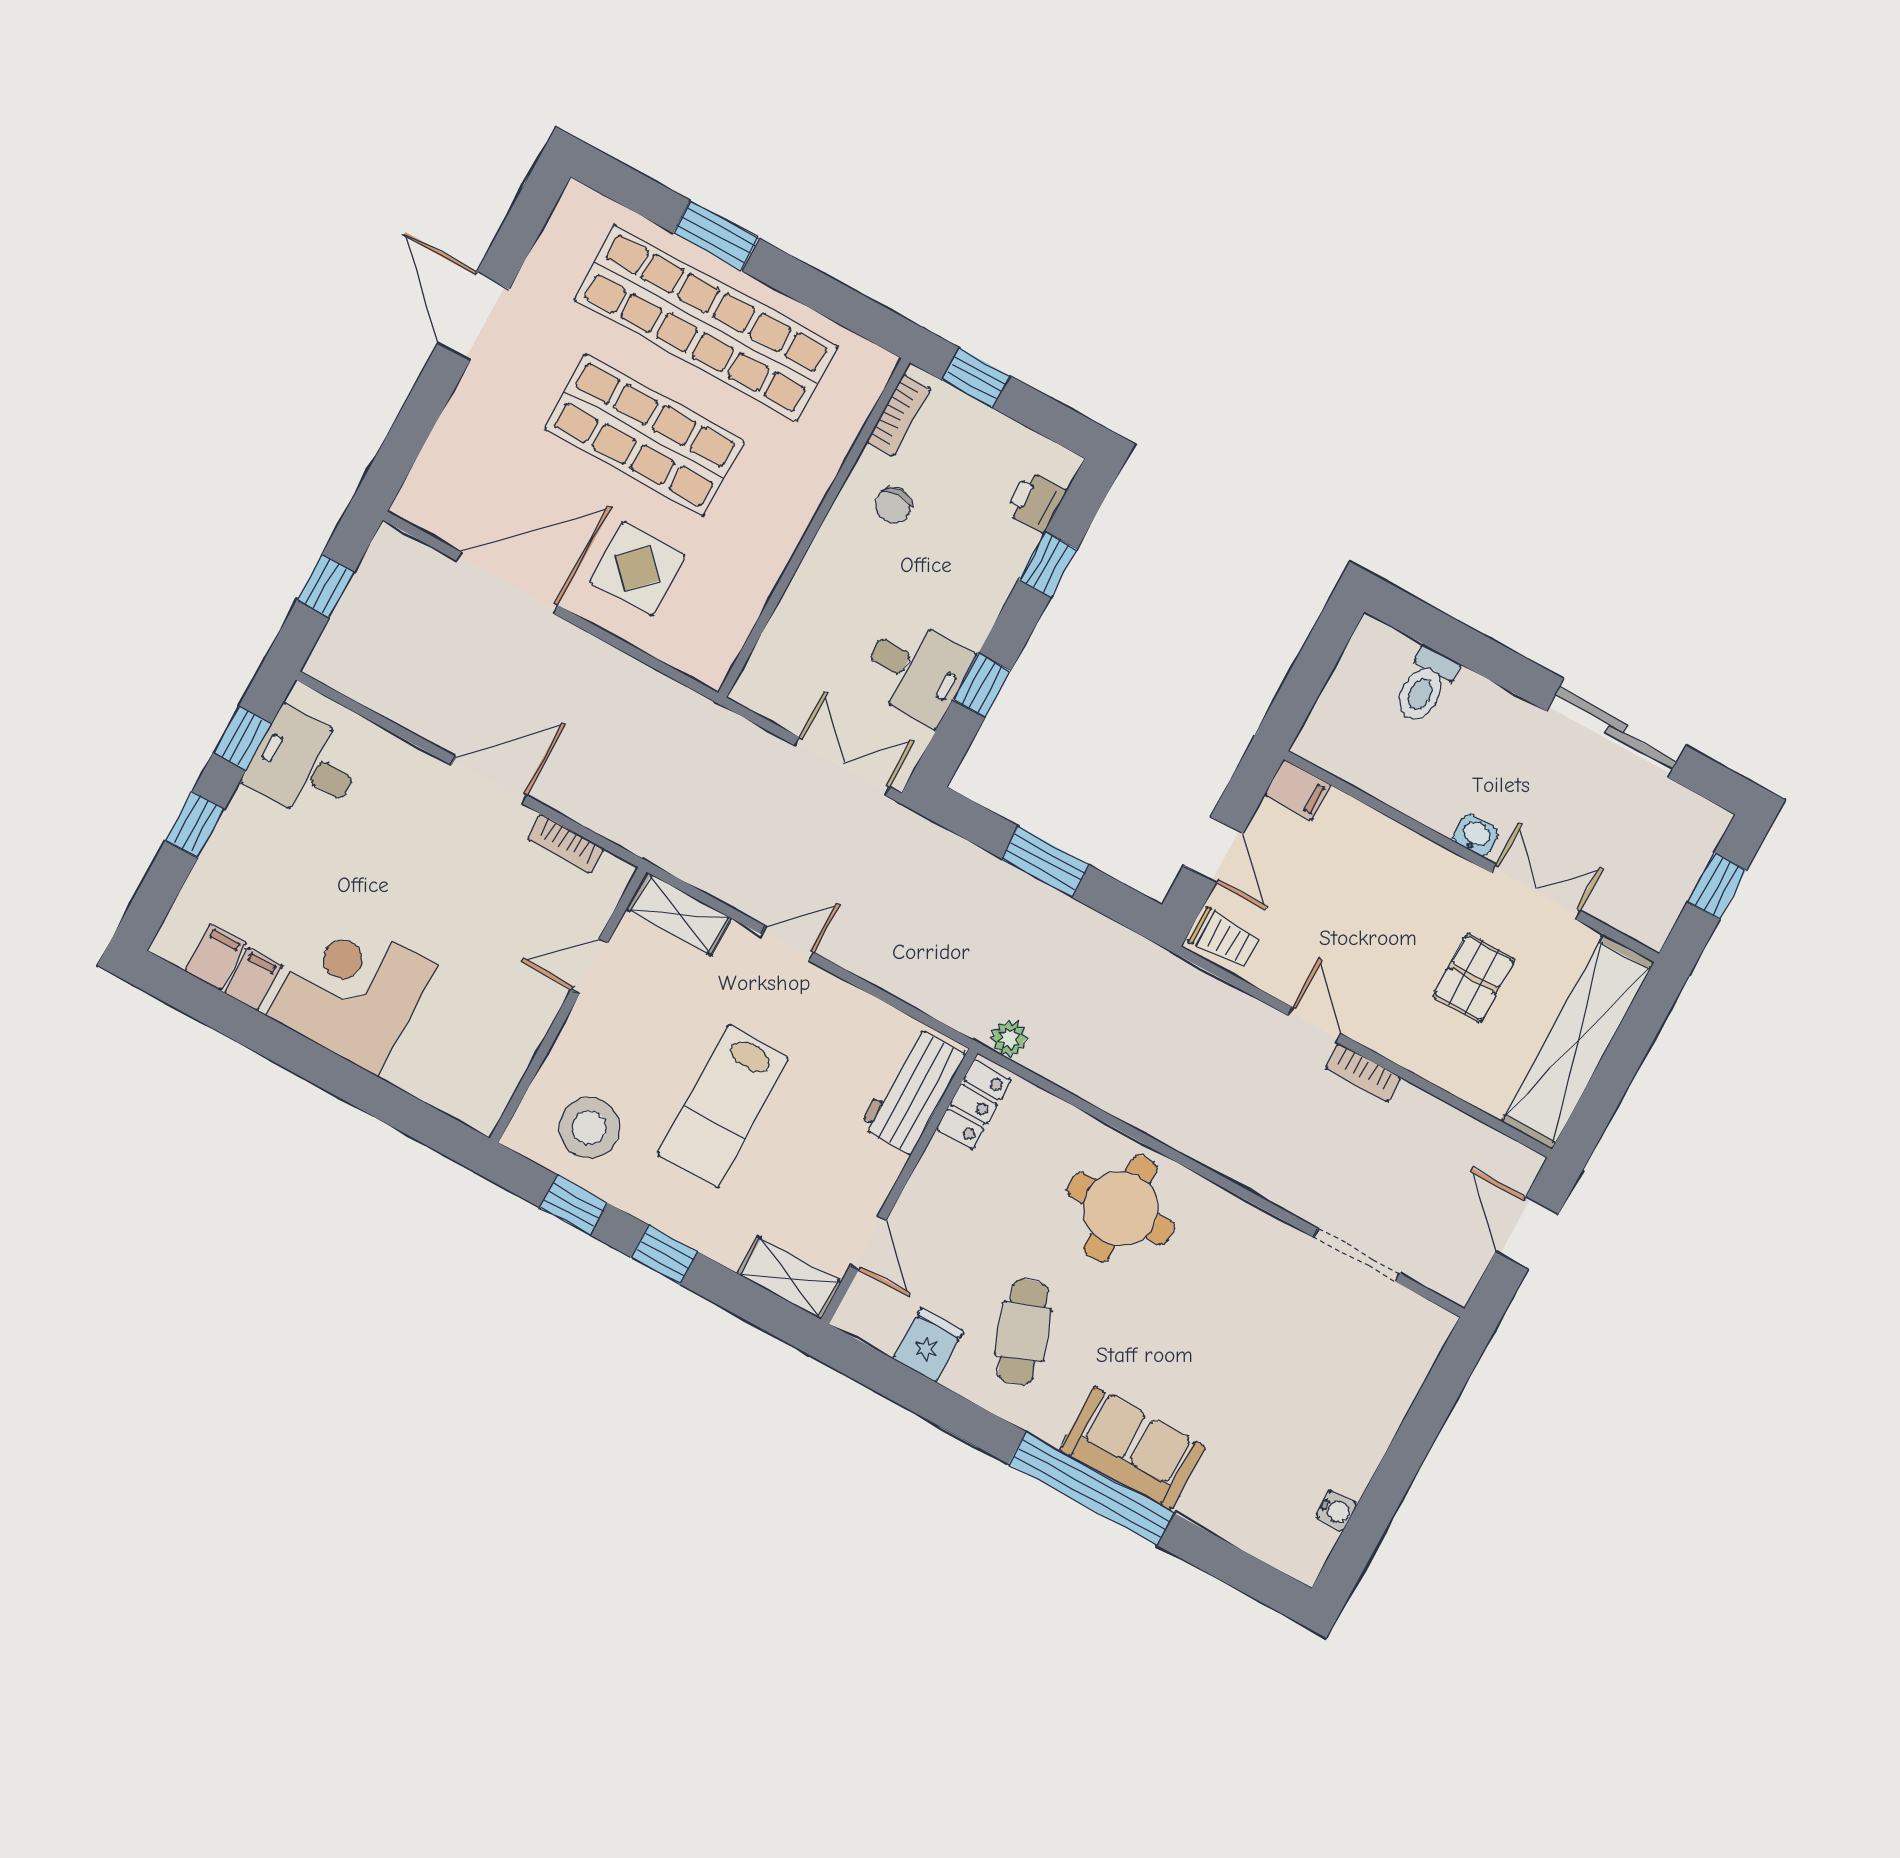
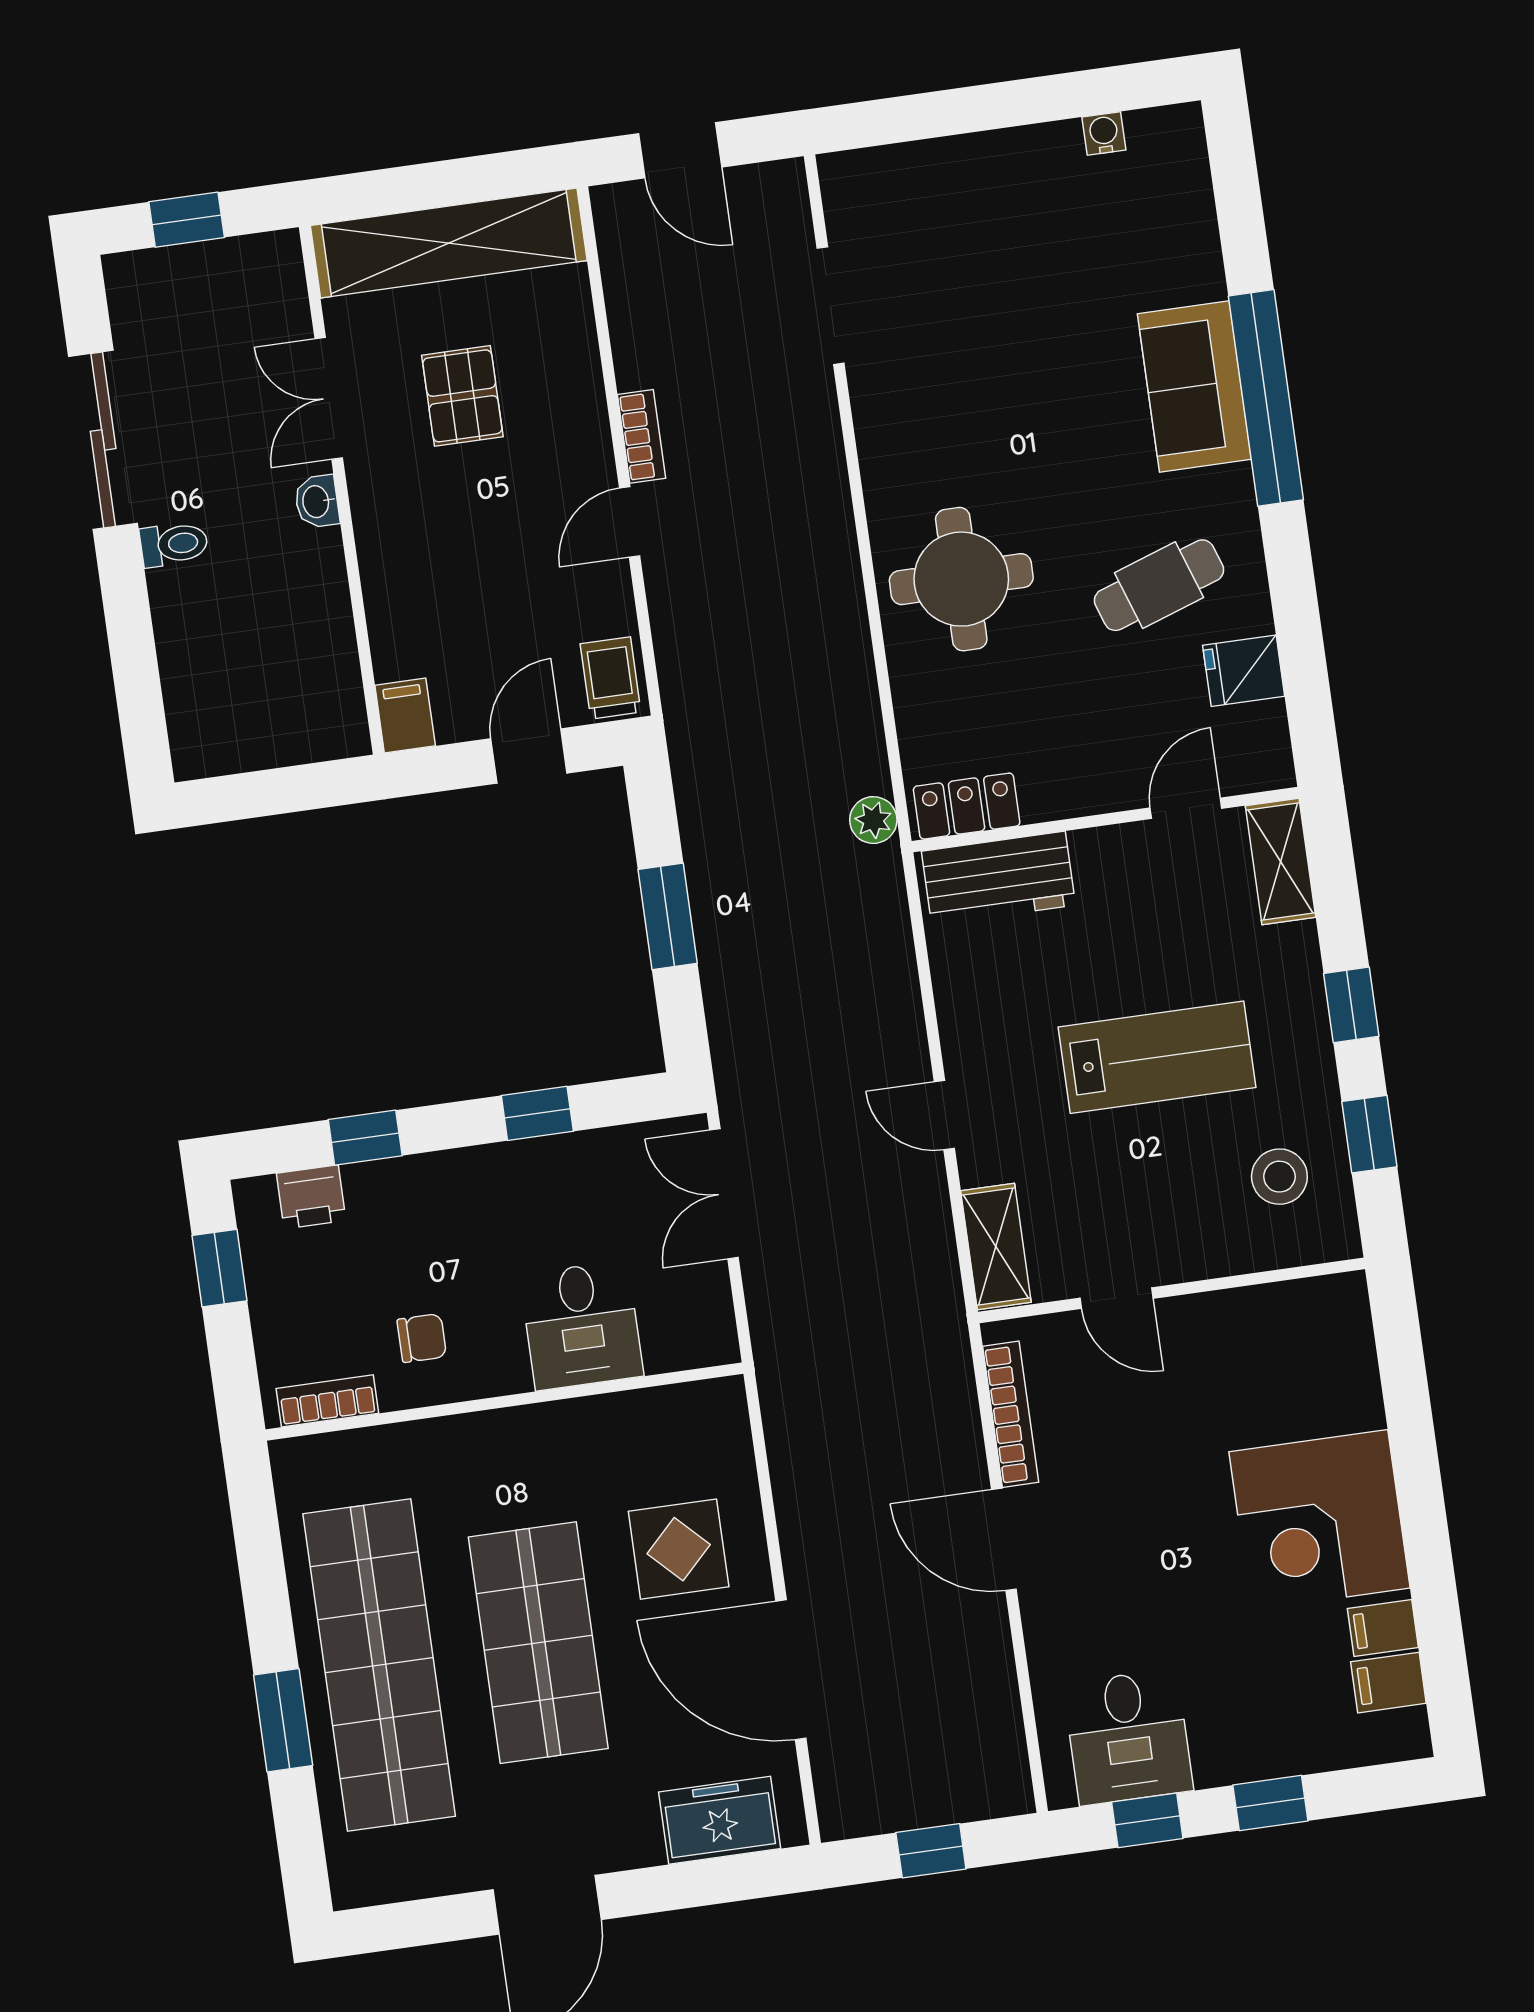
window: (976, 378) -> (219, 1268), moved
freezer: (445, 466) -> (720, 1820), added
desk: (916, 670) -> (582, 1325), moved, turned 180
toilet: (1425, 685) -> (174, 544), moved, width x0.73, depth x0.72
bookcase: (566, 844) -> (1011, 1414), width x1.56
pallet: (1474, 978) -> (462, 396), turned 90
stool: (589, 1128) -> (1279, 1177), width x0.73, depth x0.73
door: (1527, 1233) -> (680, 150), hinge flipped

